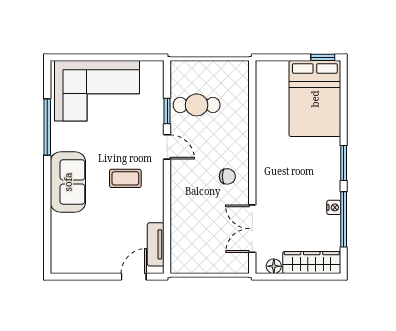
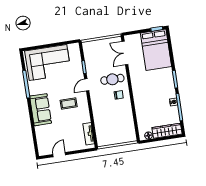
cafe table: (197, 105) -> (112, 79), moved
door: (167, 147) -> (87, 85), swing flipped
double door: (252, 229) -> (125, 53), moved
door: (134, 277) -> (59, 155), moved

